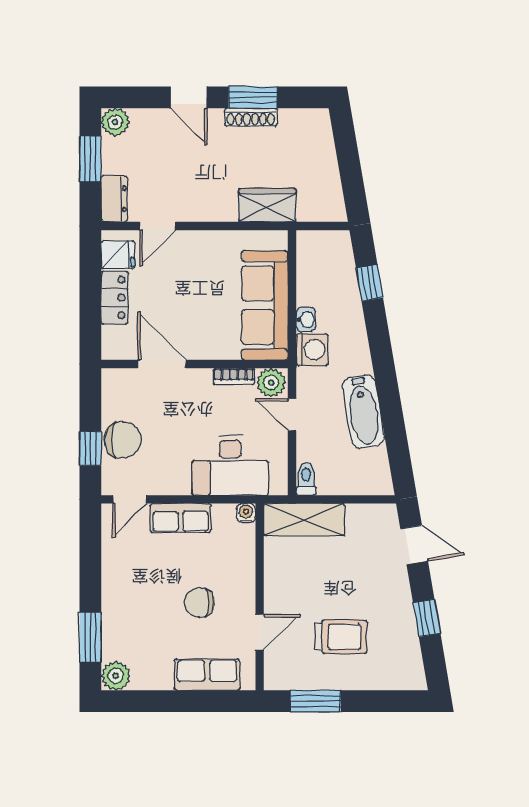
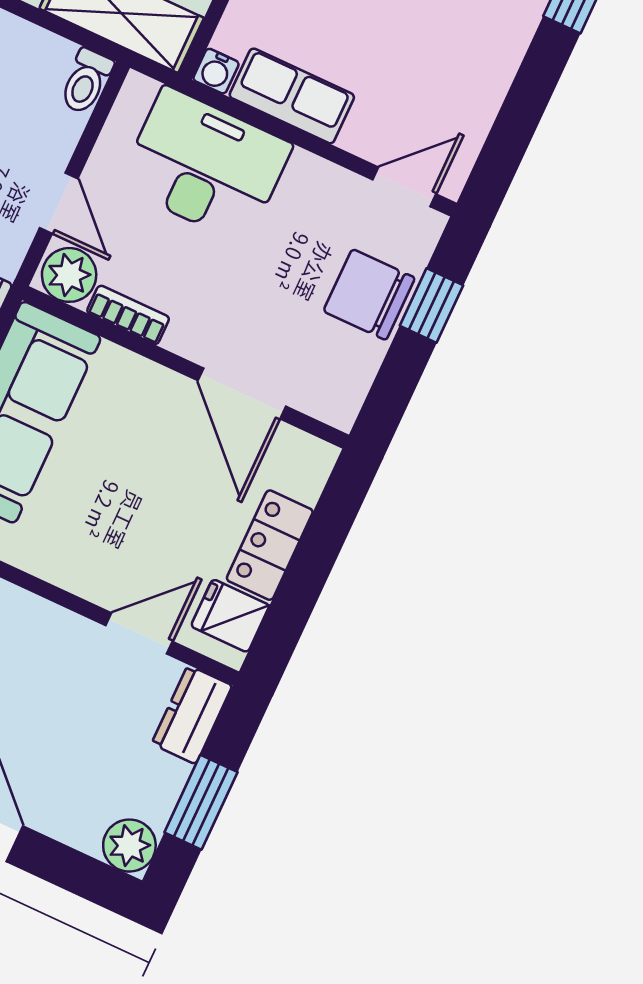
row of seats: (181, 518) -> (292, 96), moved

